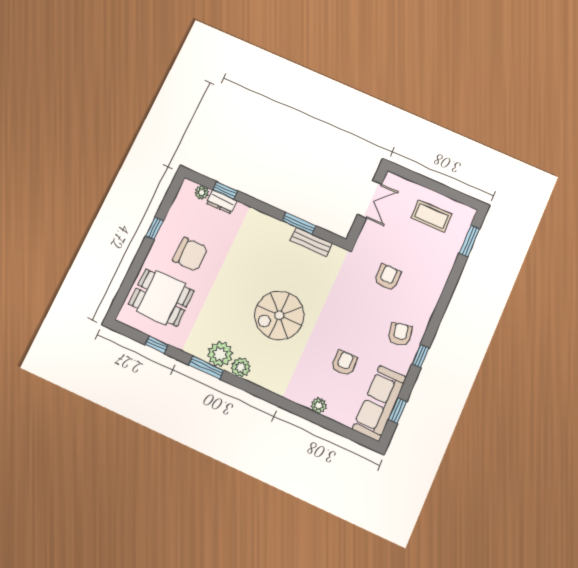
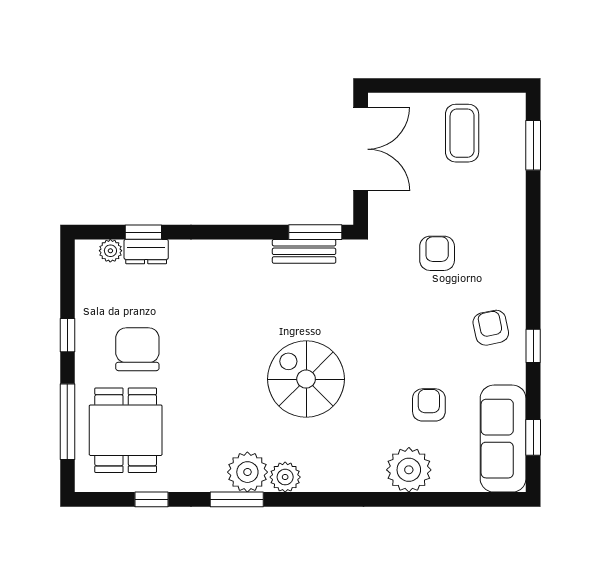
double door: (370, 199) -> (361, 149), width x1.37
coffee table: (431, 216) -> (462, 133), turned 90
window: (299, 223) -> (315, 232), moved
chair: (190, 254) -> (137, 349), turned -90
window: (130, 278) -> (67, 422), added
dining table: (161, 298) -> (126, 430), turned 90
spiral stairs: (279, 315) -> (306, 379), turned 90
plant: (319, 405) -> (409, 470), width x1.88, depth x1.88

